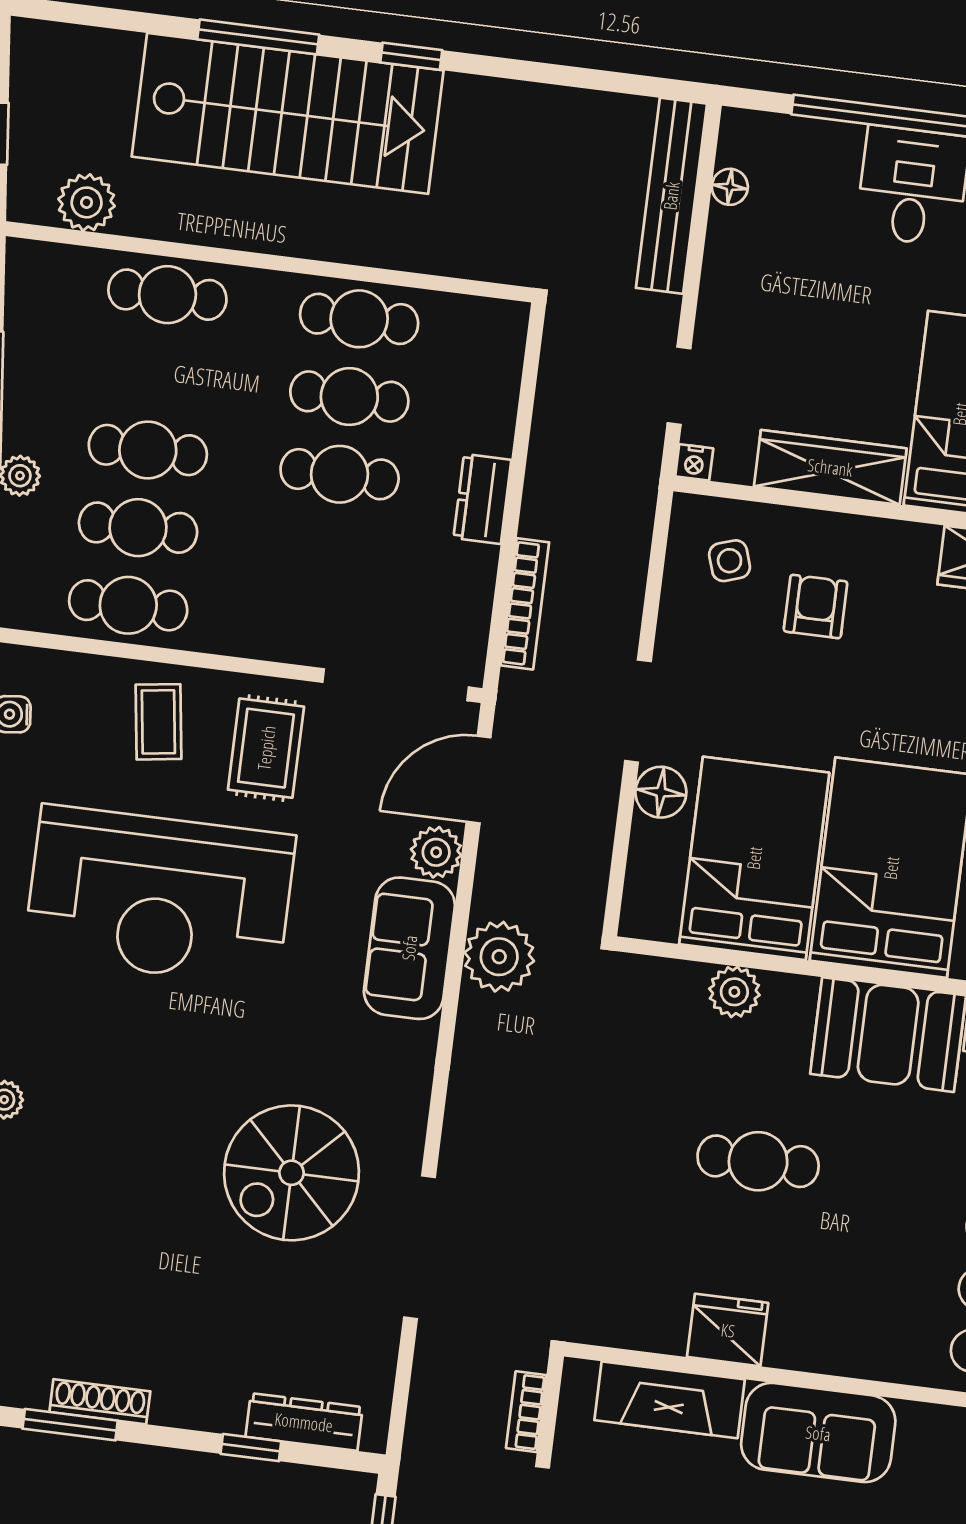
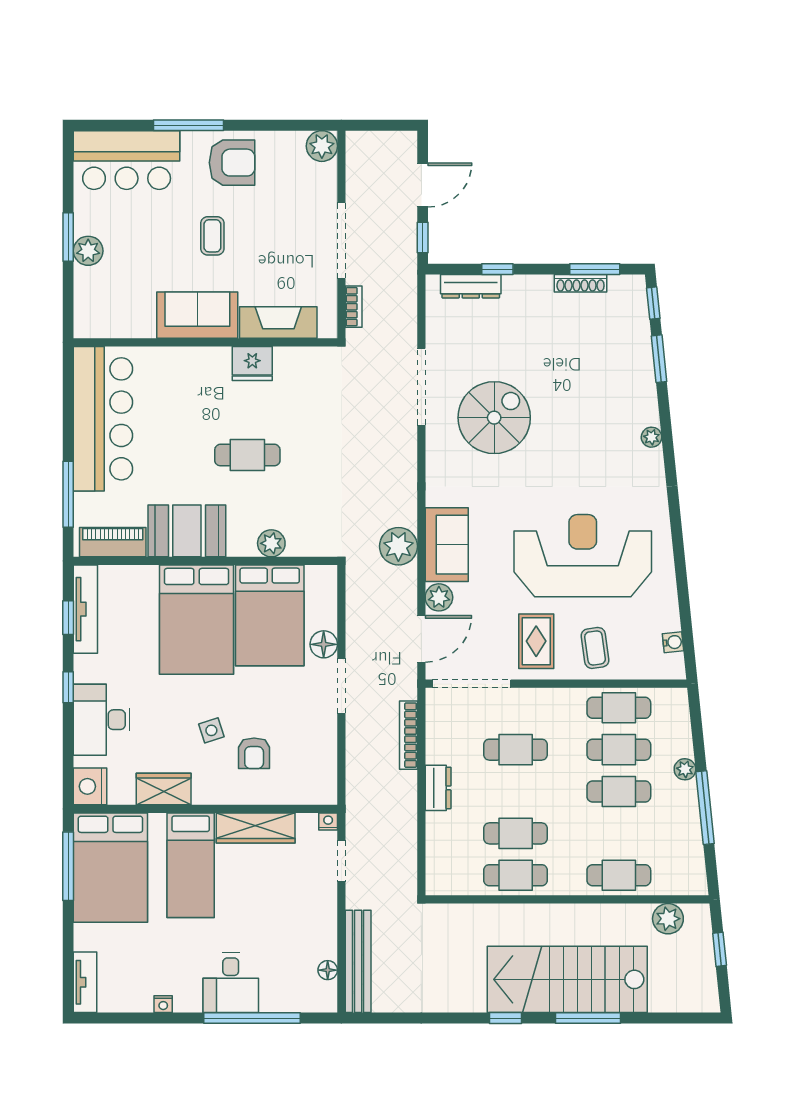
cafe table: (340, 474) -> (516, 750), moved
side table: (730, 561) -> (211, 730), moved

